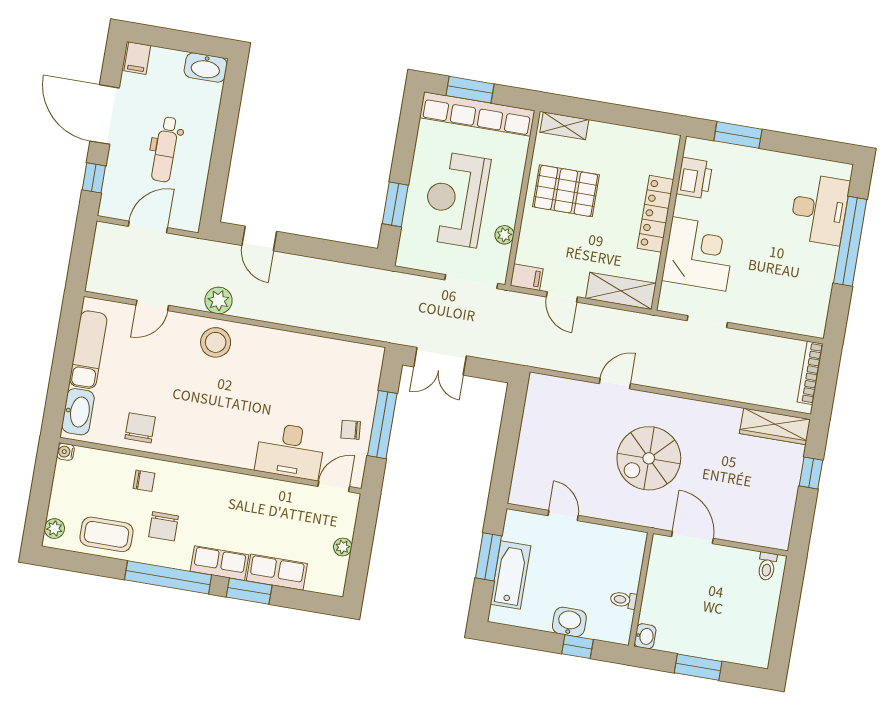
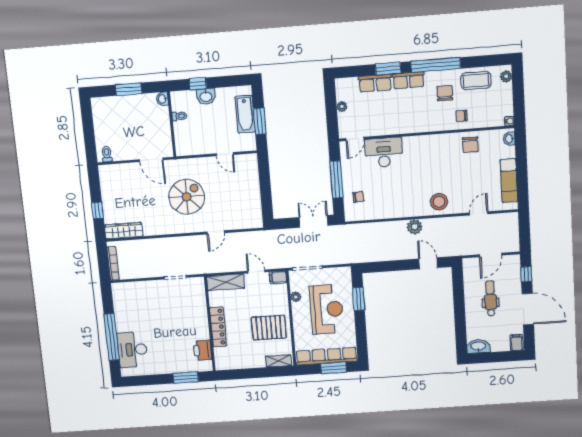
corner desk: (699, 254) -> (189, 312), removed
plant: (218, 300) -> (415, 227), moved
washbasin: (78, 412) -> (509, 139), width x0.52, depth x0.69
chair: (351, 430) -> (358, 197), moved

